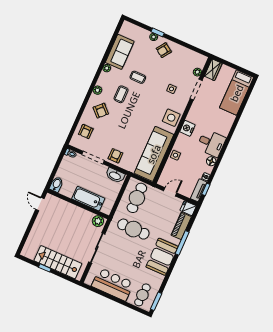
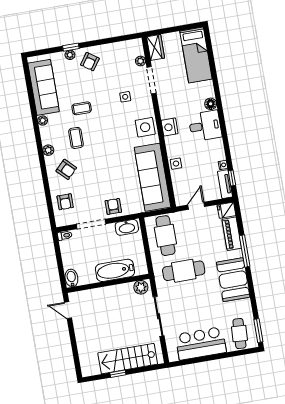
sofa: (120, 52) -> (44, 87), width x1.36
floor lamp: (211, 161) -> (211, 104), moved

